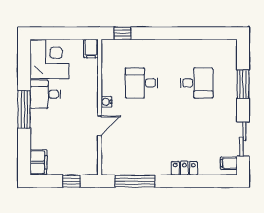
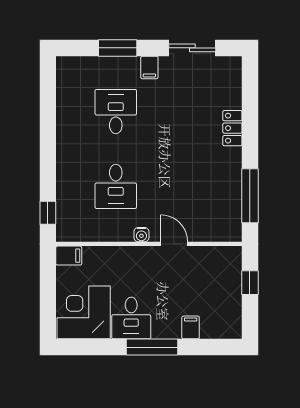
filing cabinet: (38, 162) -> (191, 327), moved, width x0.50
filing cabinet: (229, 163) -> (149, 67), moved

